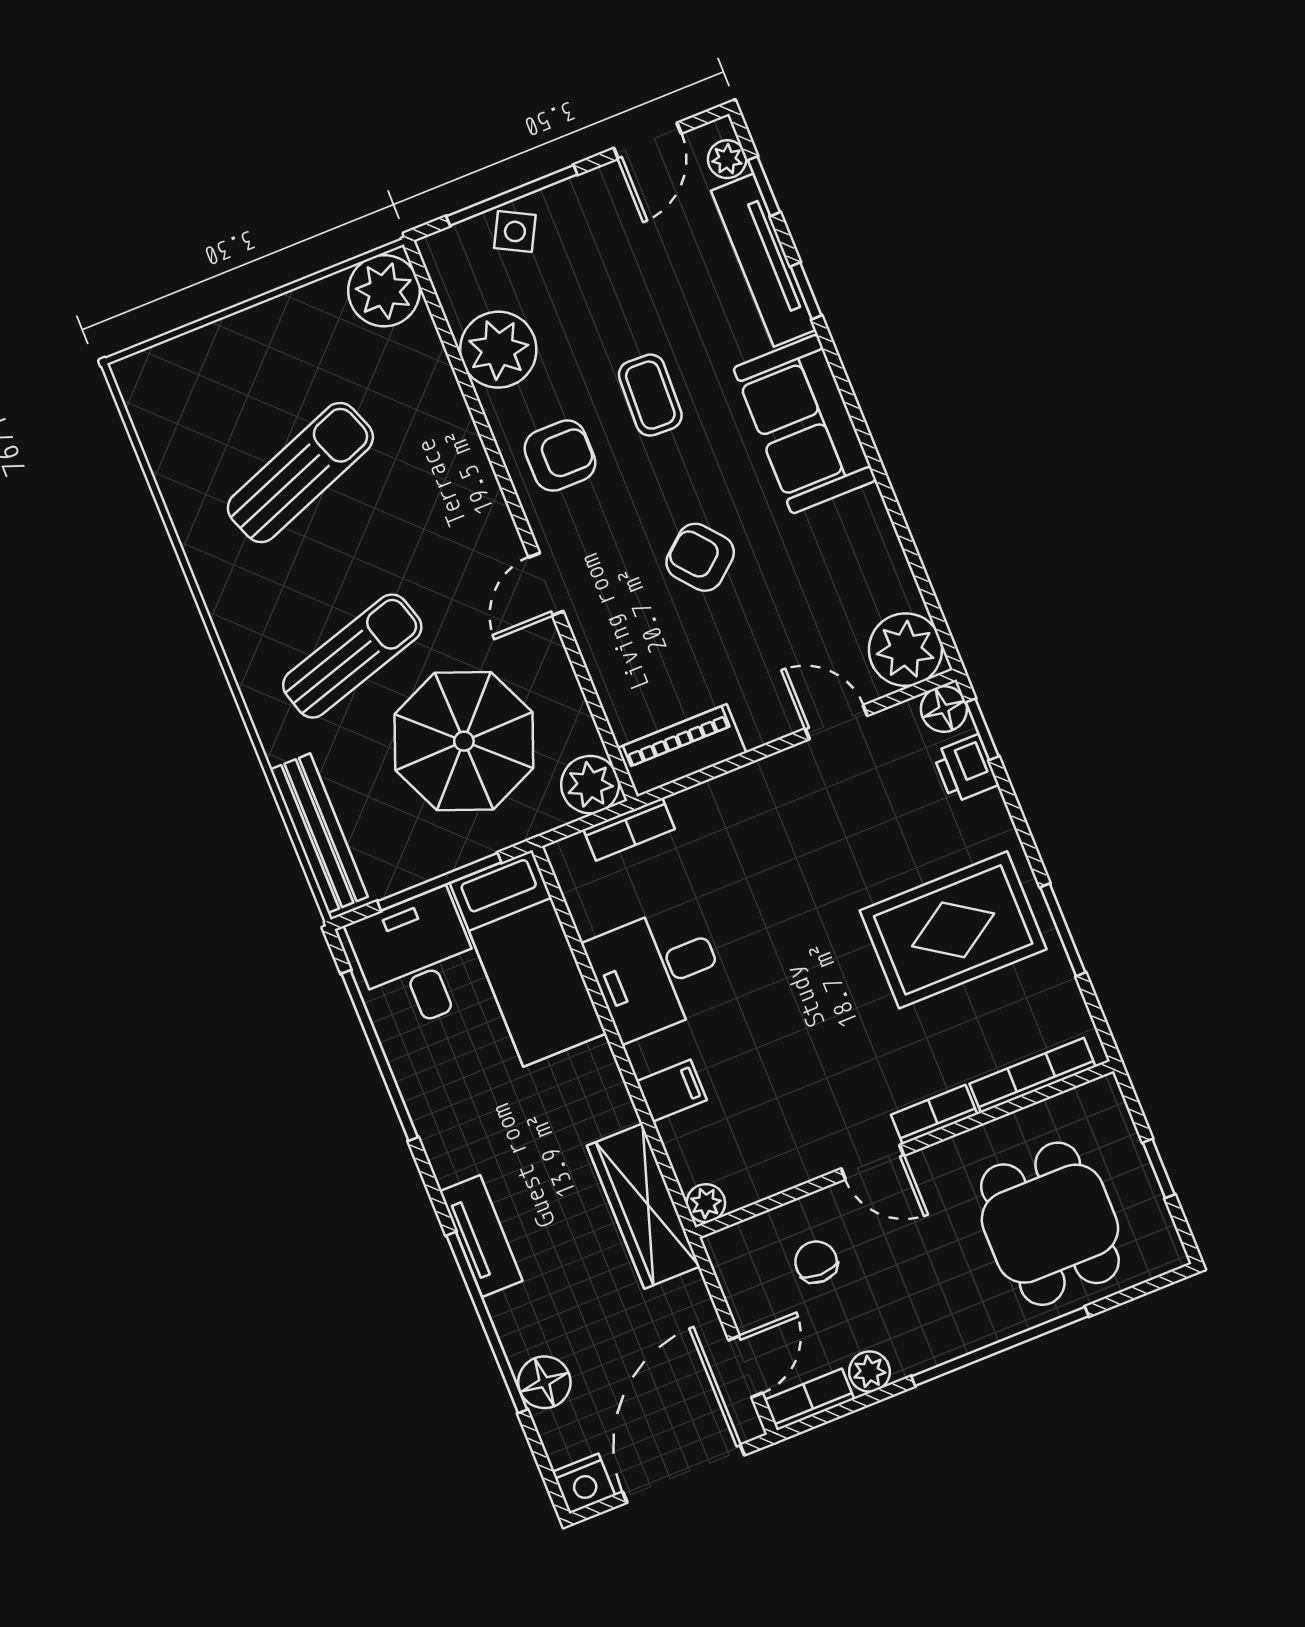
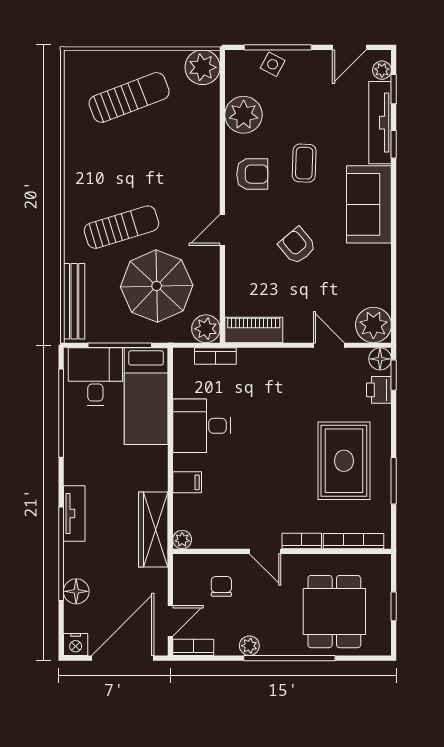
sun lounger: (300, 473) -> (129, 97), moved
rug: (953, 930) -> (344, 461), turned 90
plant: (869, 1372) -> (249, 646), moved

